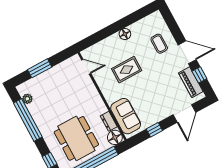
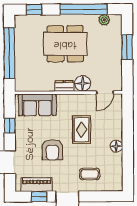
armchair: (156, 85) -> (52, 150), added
dresser: (109, 121) -> (64, 86), moved
floor lamp: (115, 137) -> (83, 83), moved
dining table: (76, 138) -> (65, 44), moved

